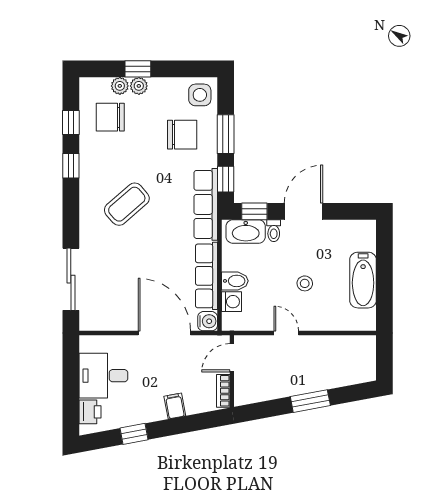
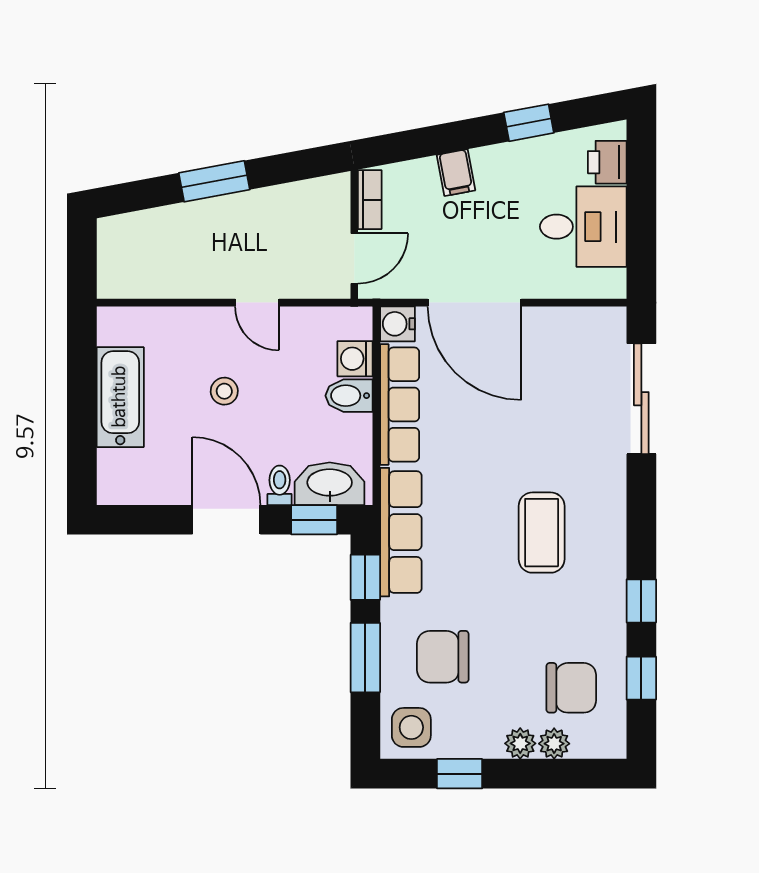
window: (138, 69) -> (460, 774), moved
coffee table: (127, 204) -> (542, 533), turned -49
door: (304, 211) -> (226, 520), swing flipped

